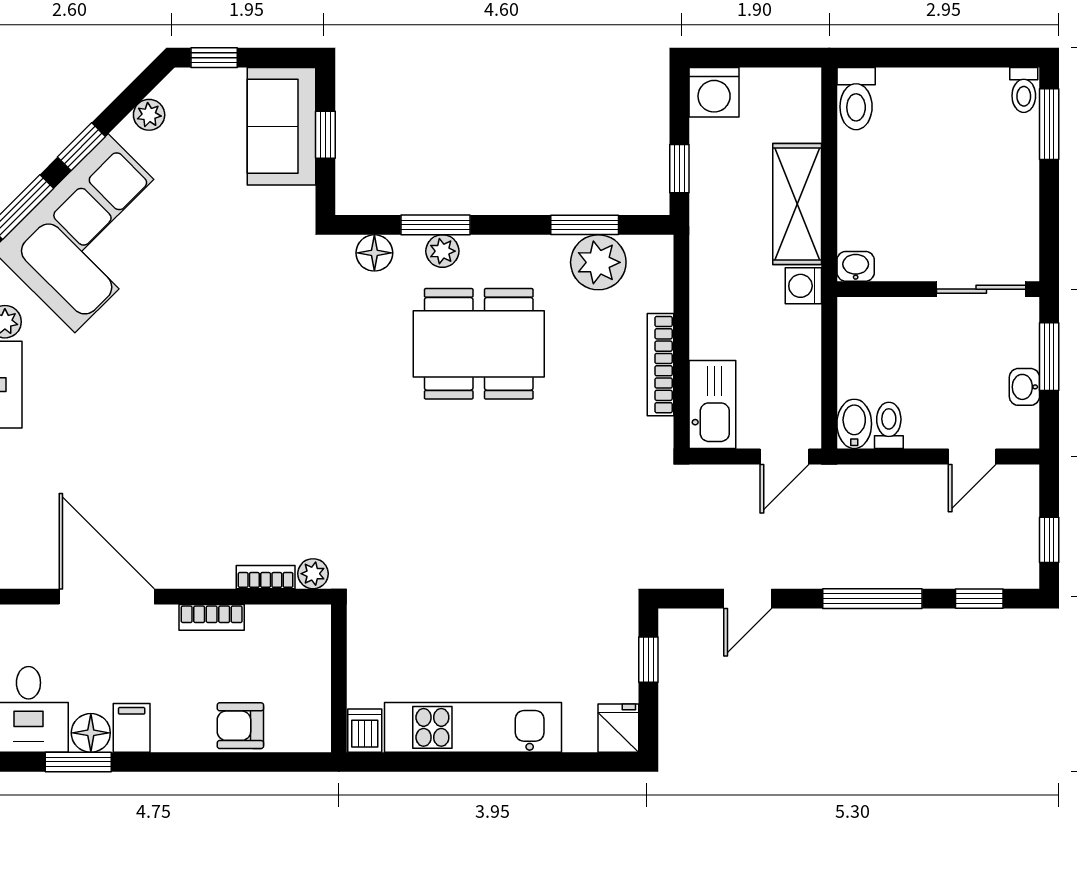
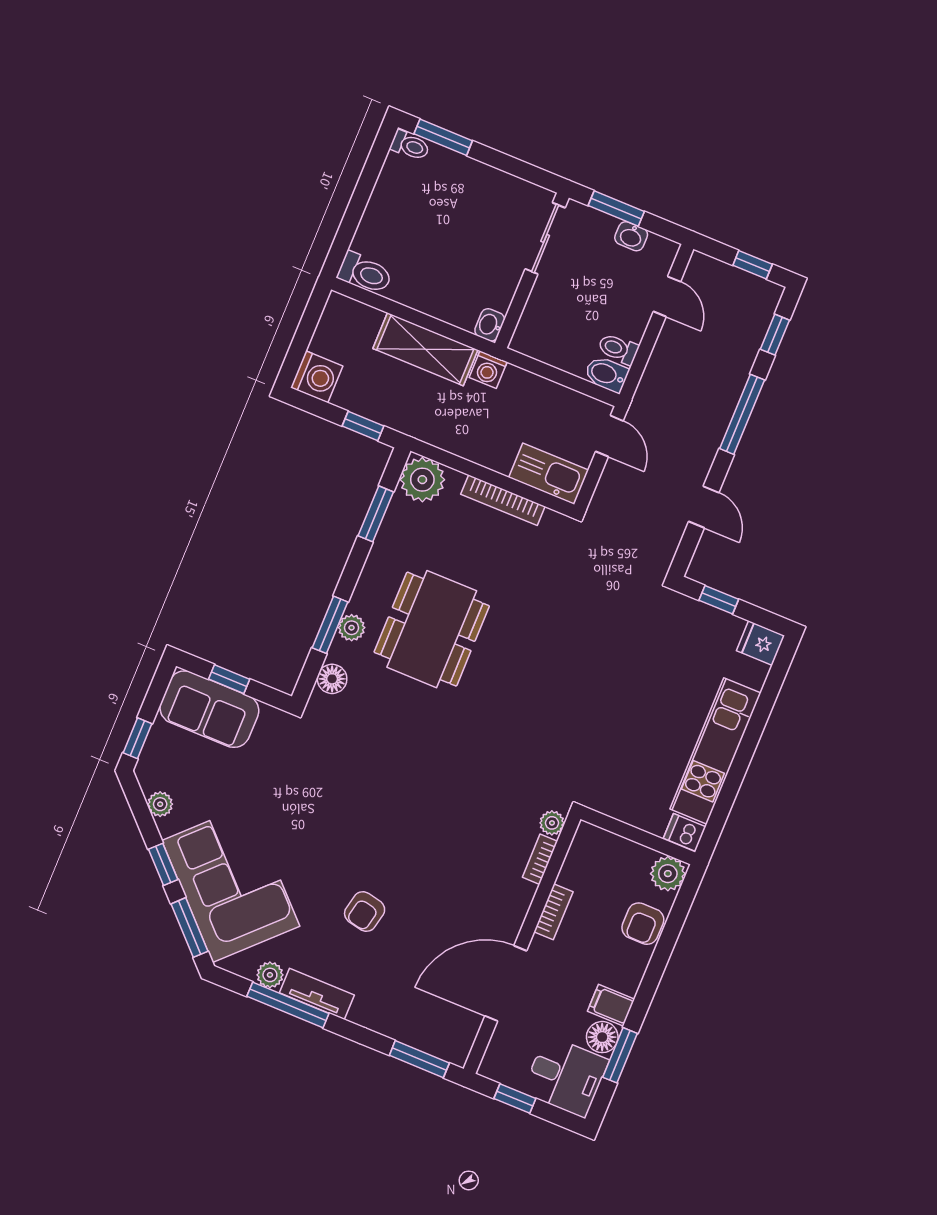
plant: (598, 262) -> (422, 480), moved
armchair: (123, 400) -> (365, 912), added
plant: (310, 731) -> (668, 874), added

